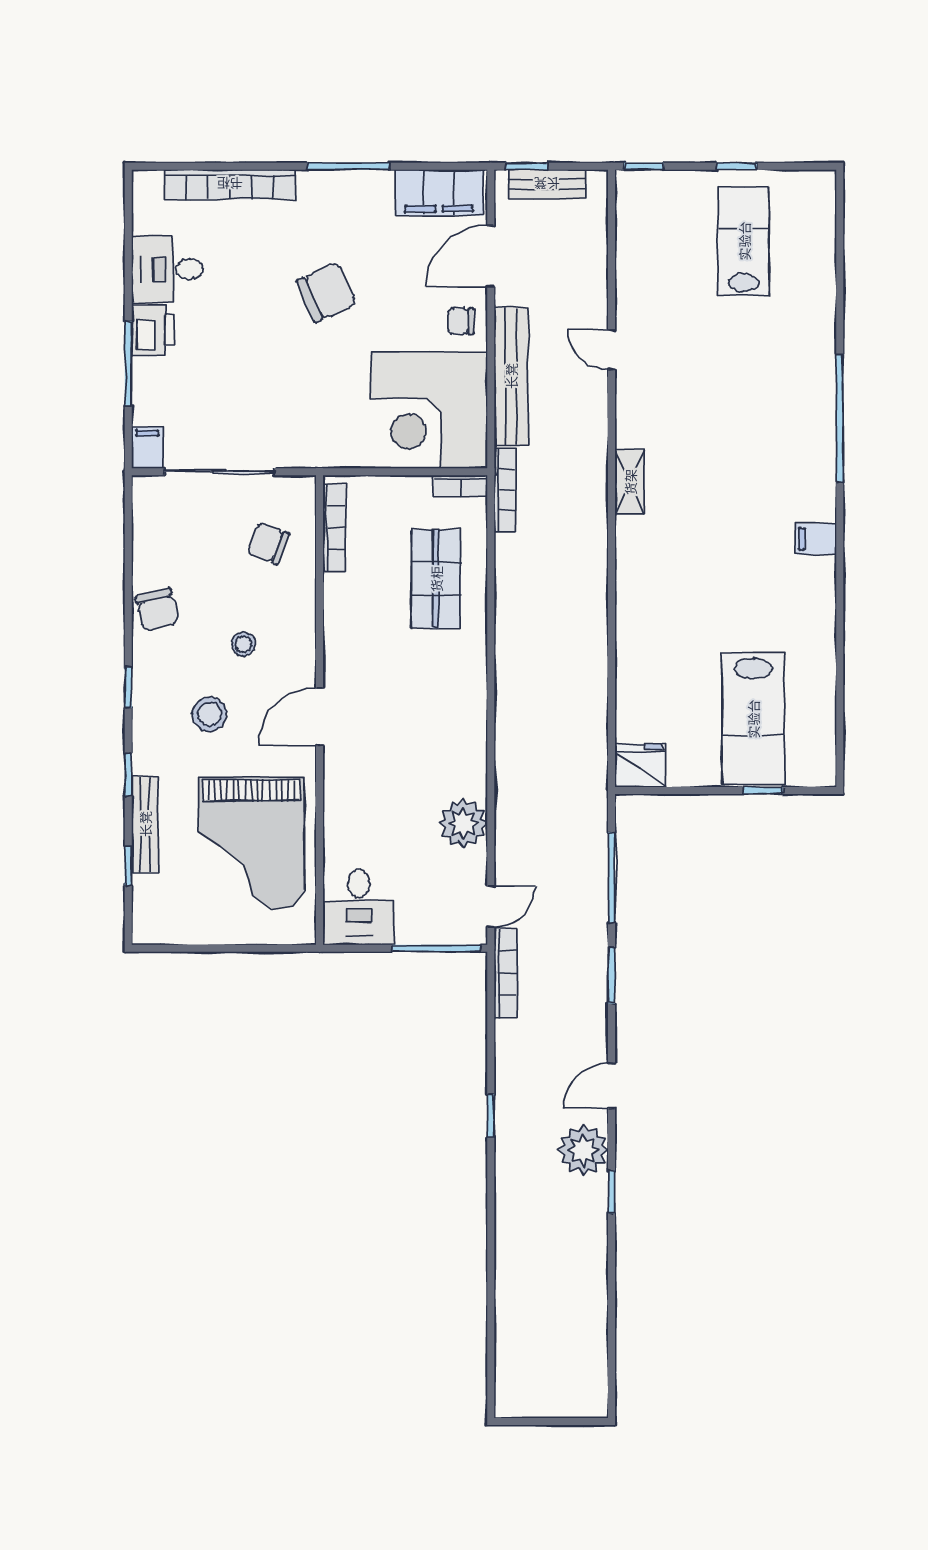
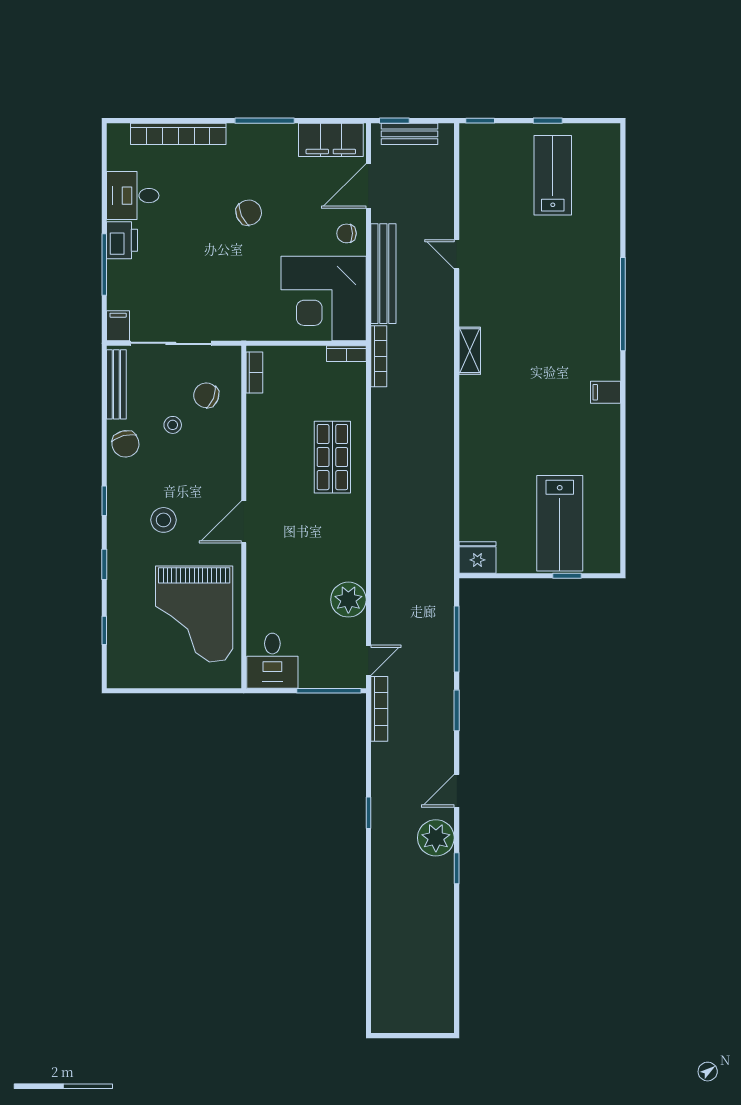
chair: (326, 292) -> (249, 213), width x0.73, depth x0.73
bookcase: (334, 528) -> (254, 373), width x0.64
shop shelf: (436, 579) -> (332, 457), moved
stool: (243, 644) -> (173, 425), moved
bench: (145, 824) -> (116, 384), moved

